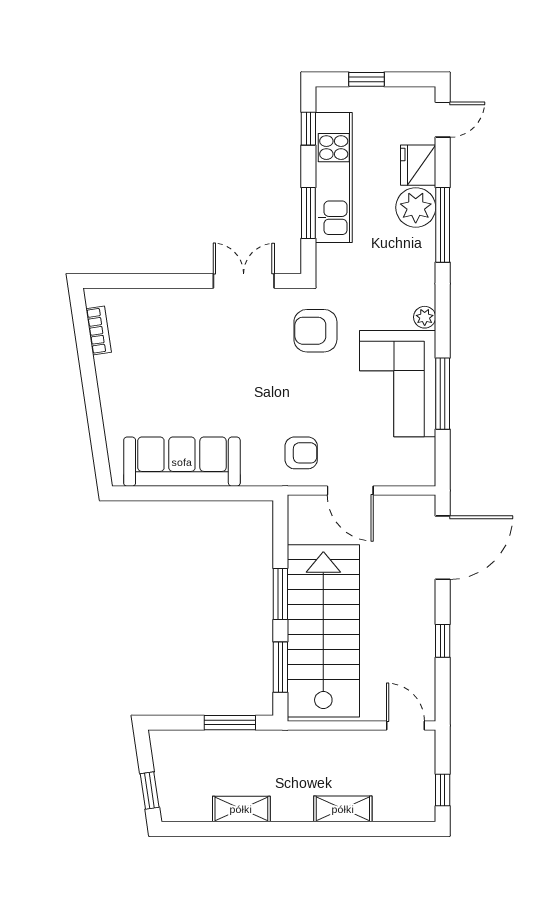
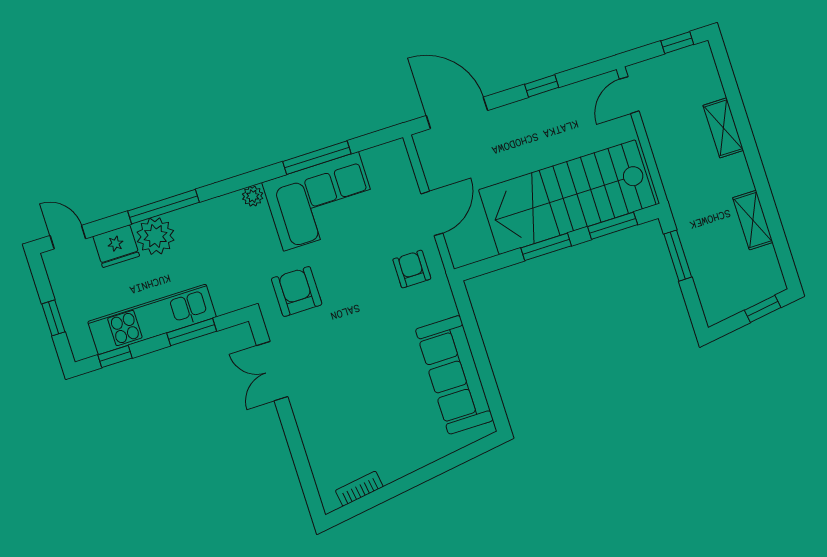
armchair: (315, 331) -> (297, 291), turned 180

